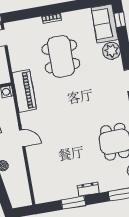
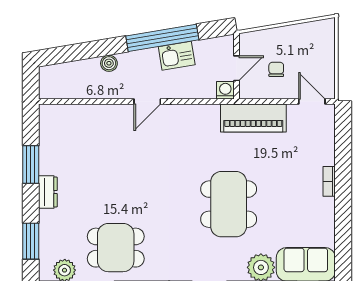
dining table: (61, 56) -> (229, 204), moved, turned 90
piano: (24, 91) -> (253, 118), moved

